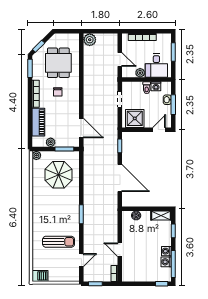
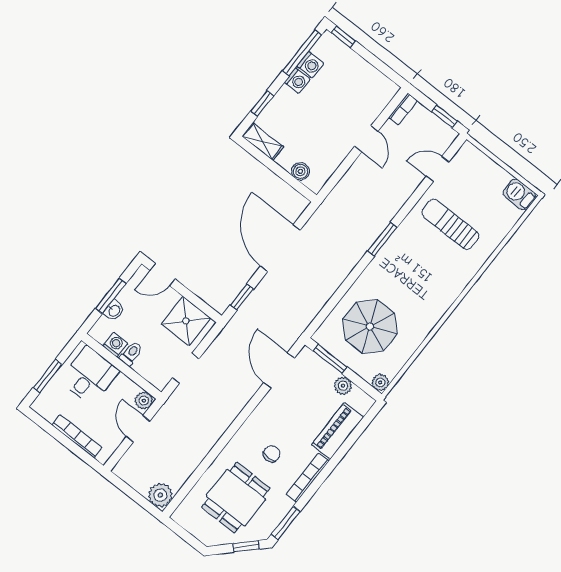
plant: (140, 73) -> (144, 401), moved

